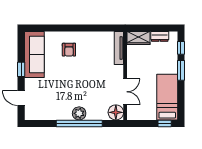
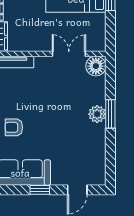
armchair: (69, 50) -> (14, 127), turned 180
window: (79, 123) -> (110, 114), width x0.47

